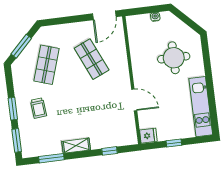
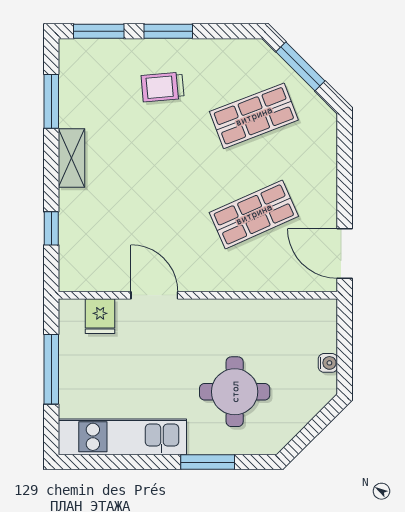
shop shelf: (46, 65) -> (254, 116), turned -39
window: (207, 66) -> (208, 462), added
door: (134, 100) -> (154, 295), swing flipped
fridge: (148, 136) -> (100, 316), moved
window: (174, 143) -> (51, 369), width x2.17

